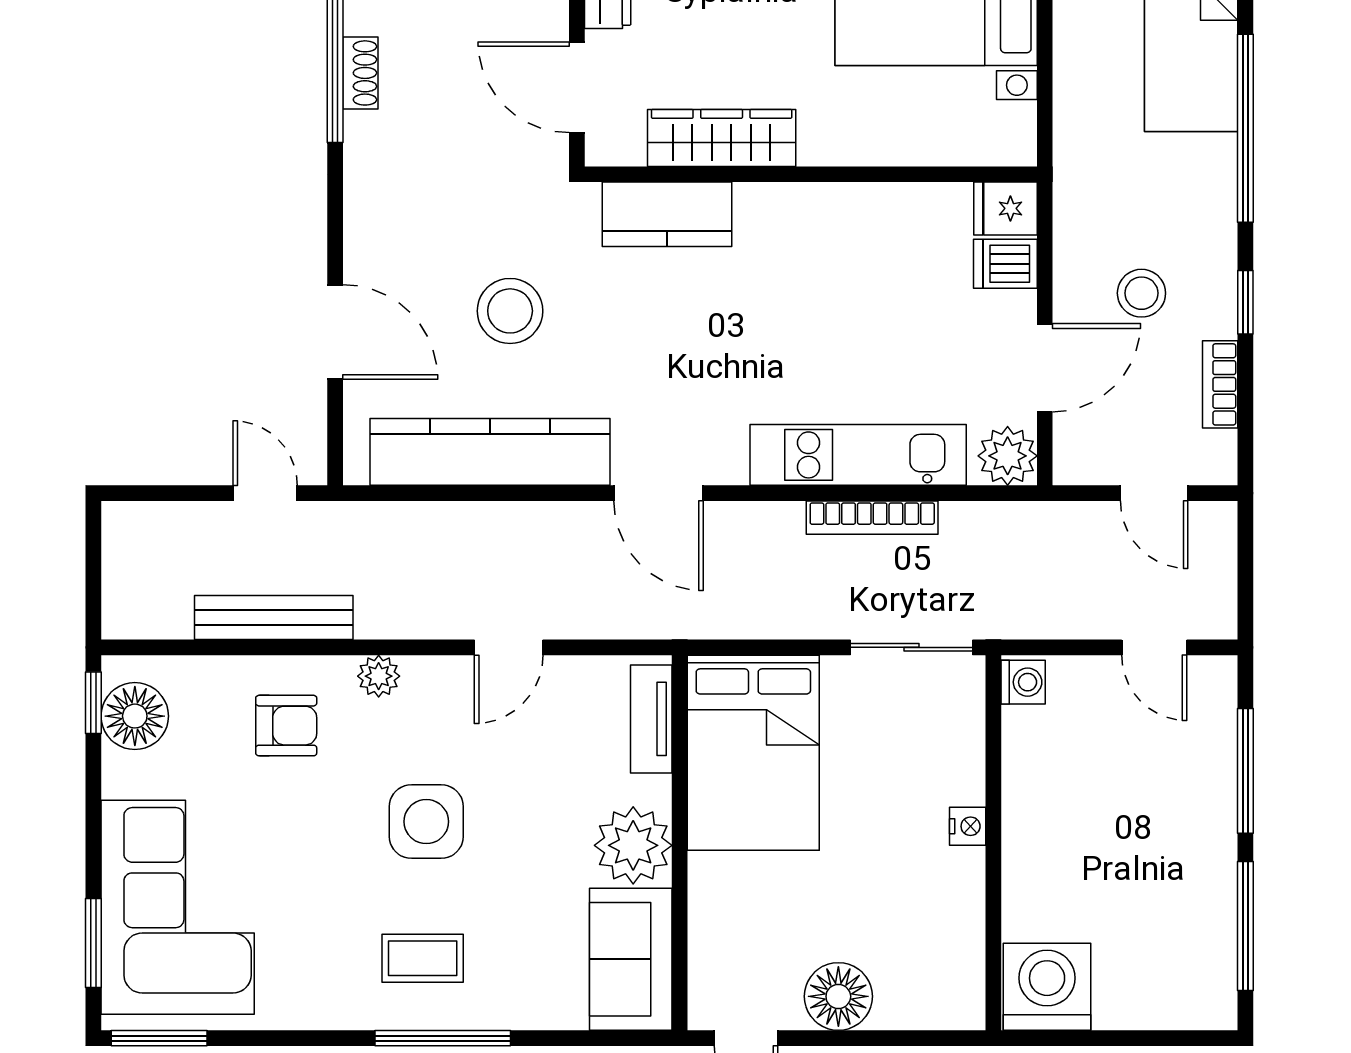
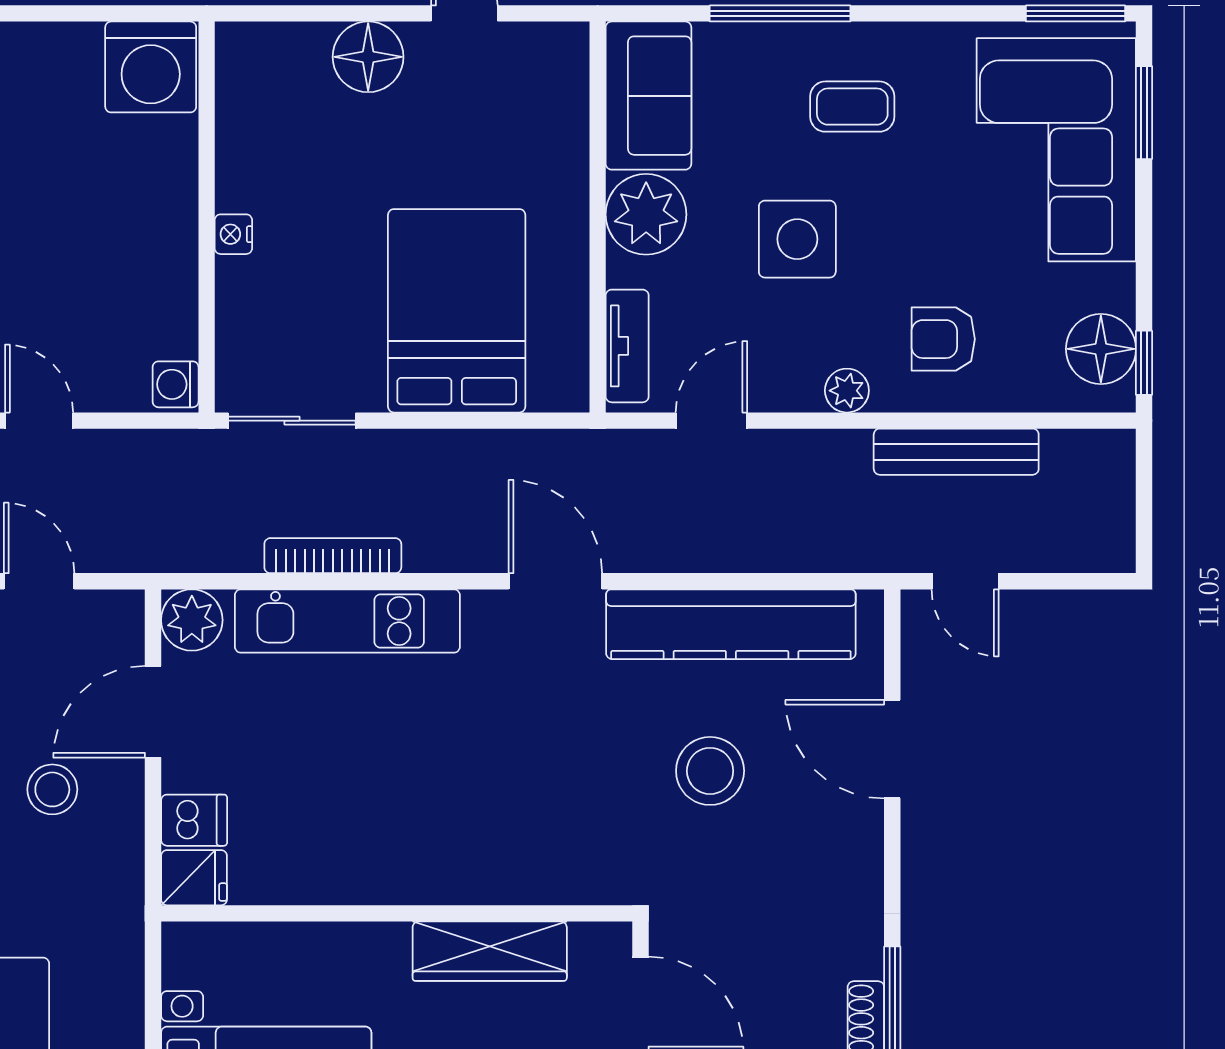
kitchen counter: (667, 214) -> (547, 872), removed
tv unit: (651, 719) -> (627, 346), moved
wall: (680, 843) -> (598, 217), moved
plant: (633, 845) -> (646, 214), moved
coffee table: (423, 958) -> (852, 107), moved
sofa: (631, 959) -> (648, 96), moved

